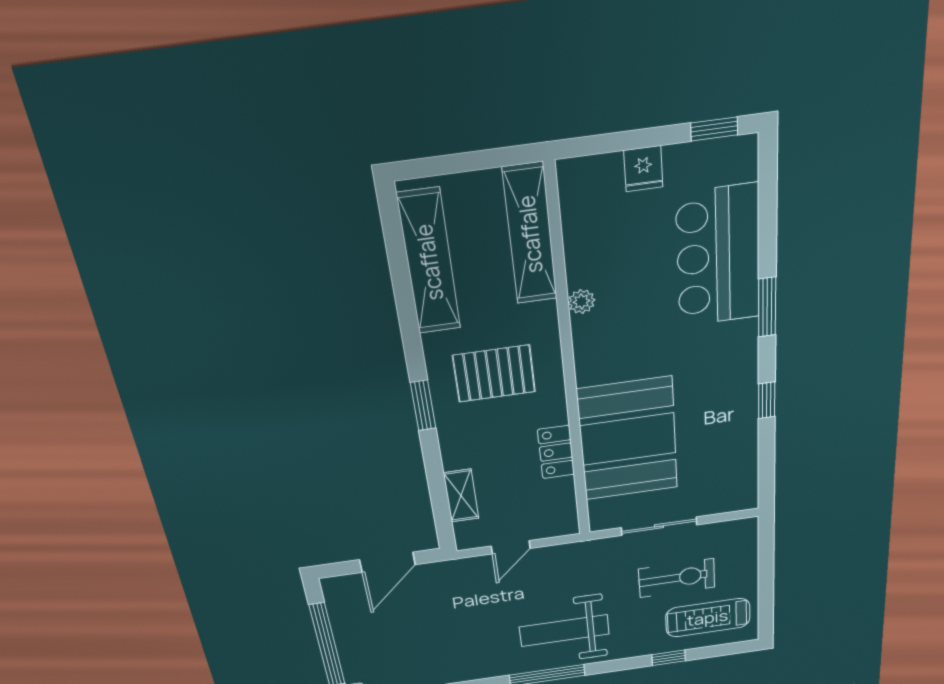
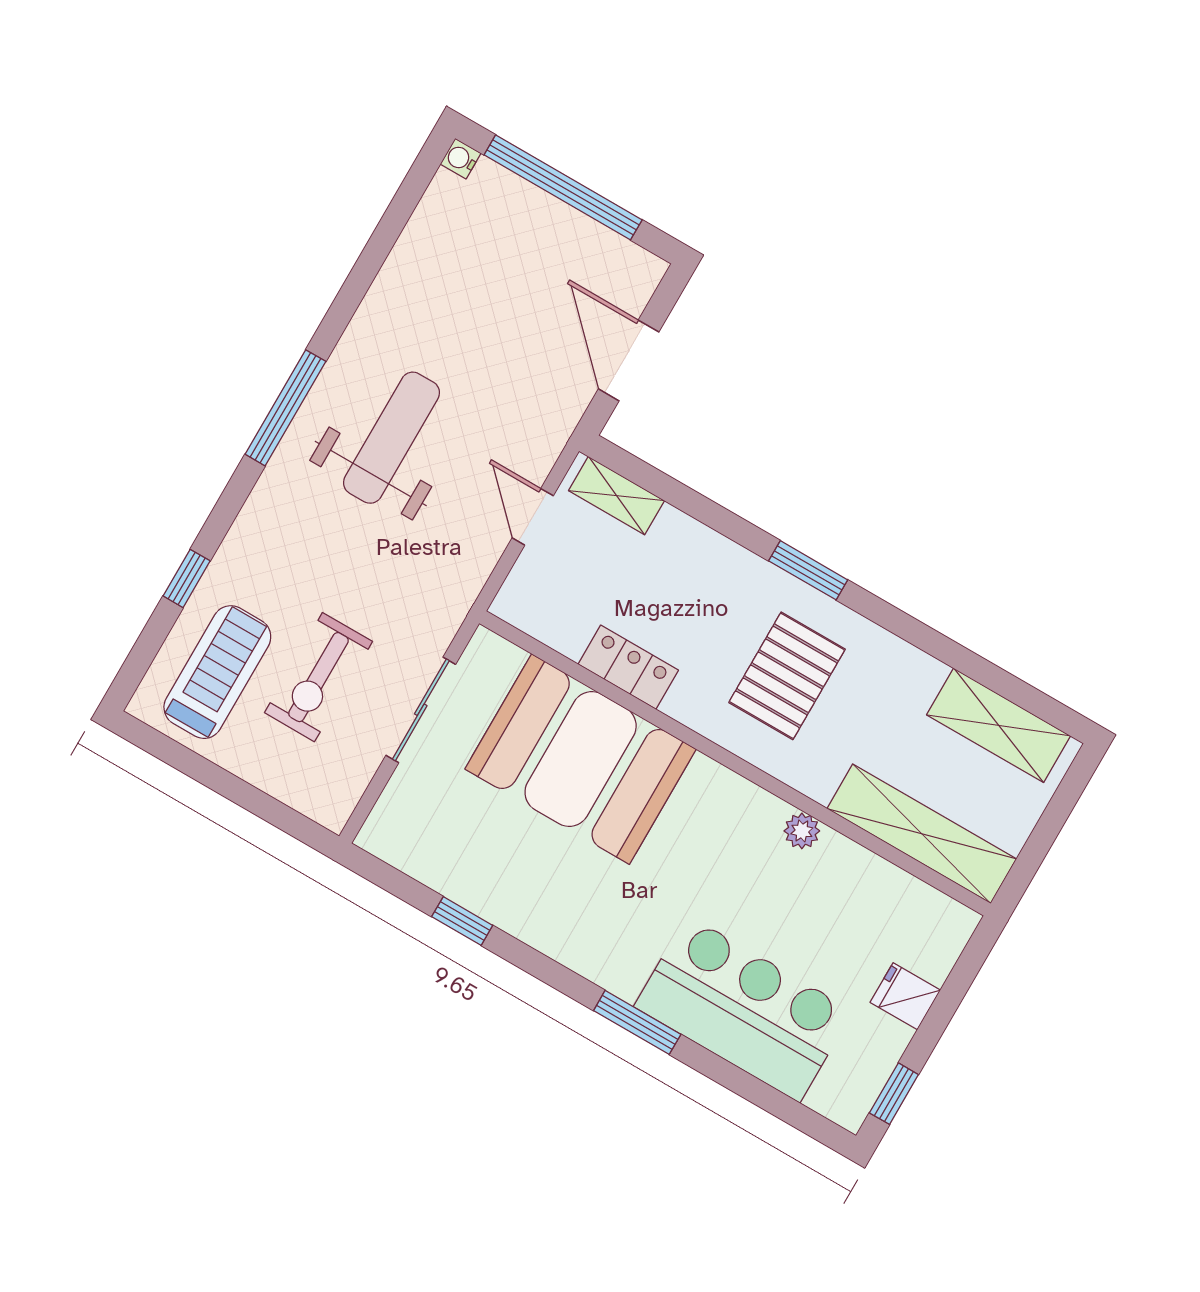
shelving: (429, 262) -> (999, 725), width x0.68
window: (767, 400) -> (462, 921), moved
shelving: (461, 496) -> (617, 496), moved
weight bench: (564, 631) -> (391, 438), moved

